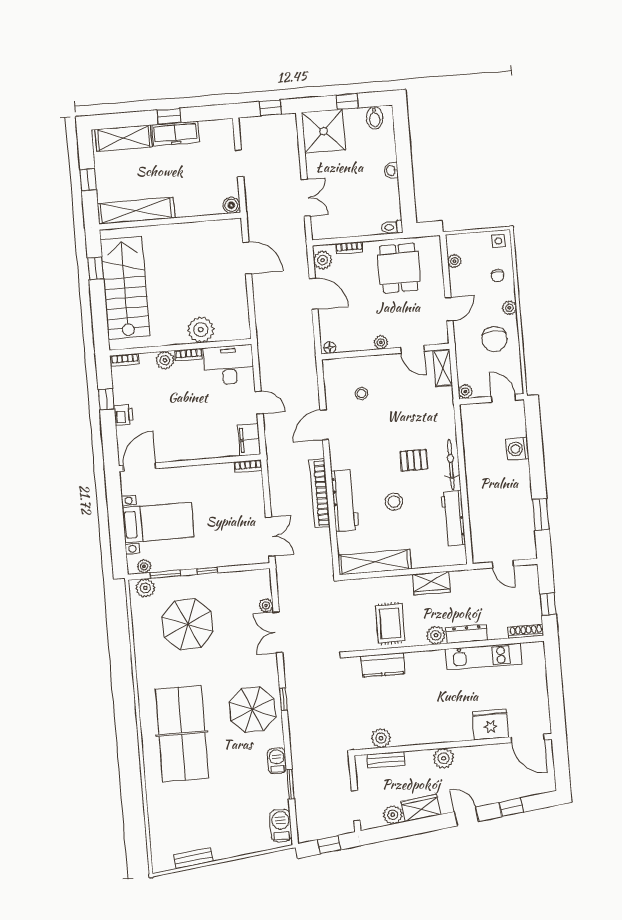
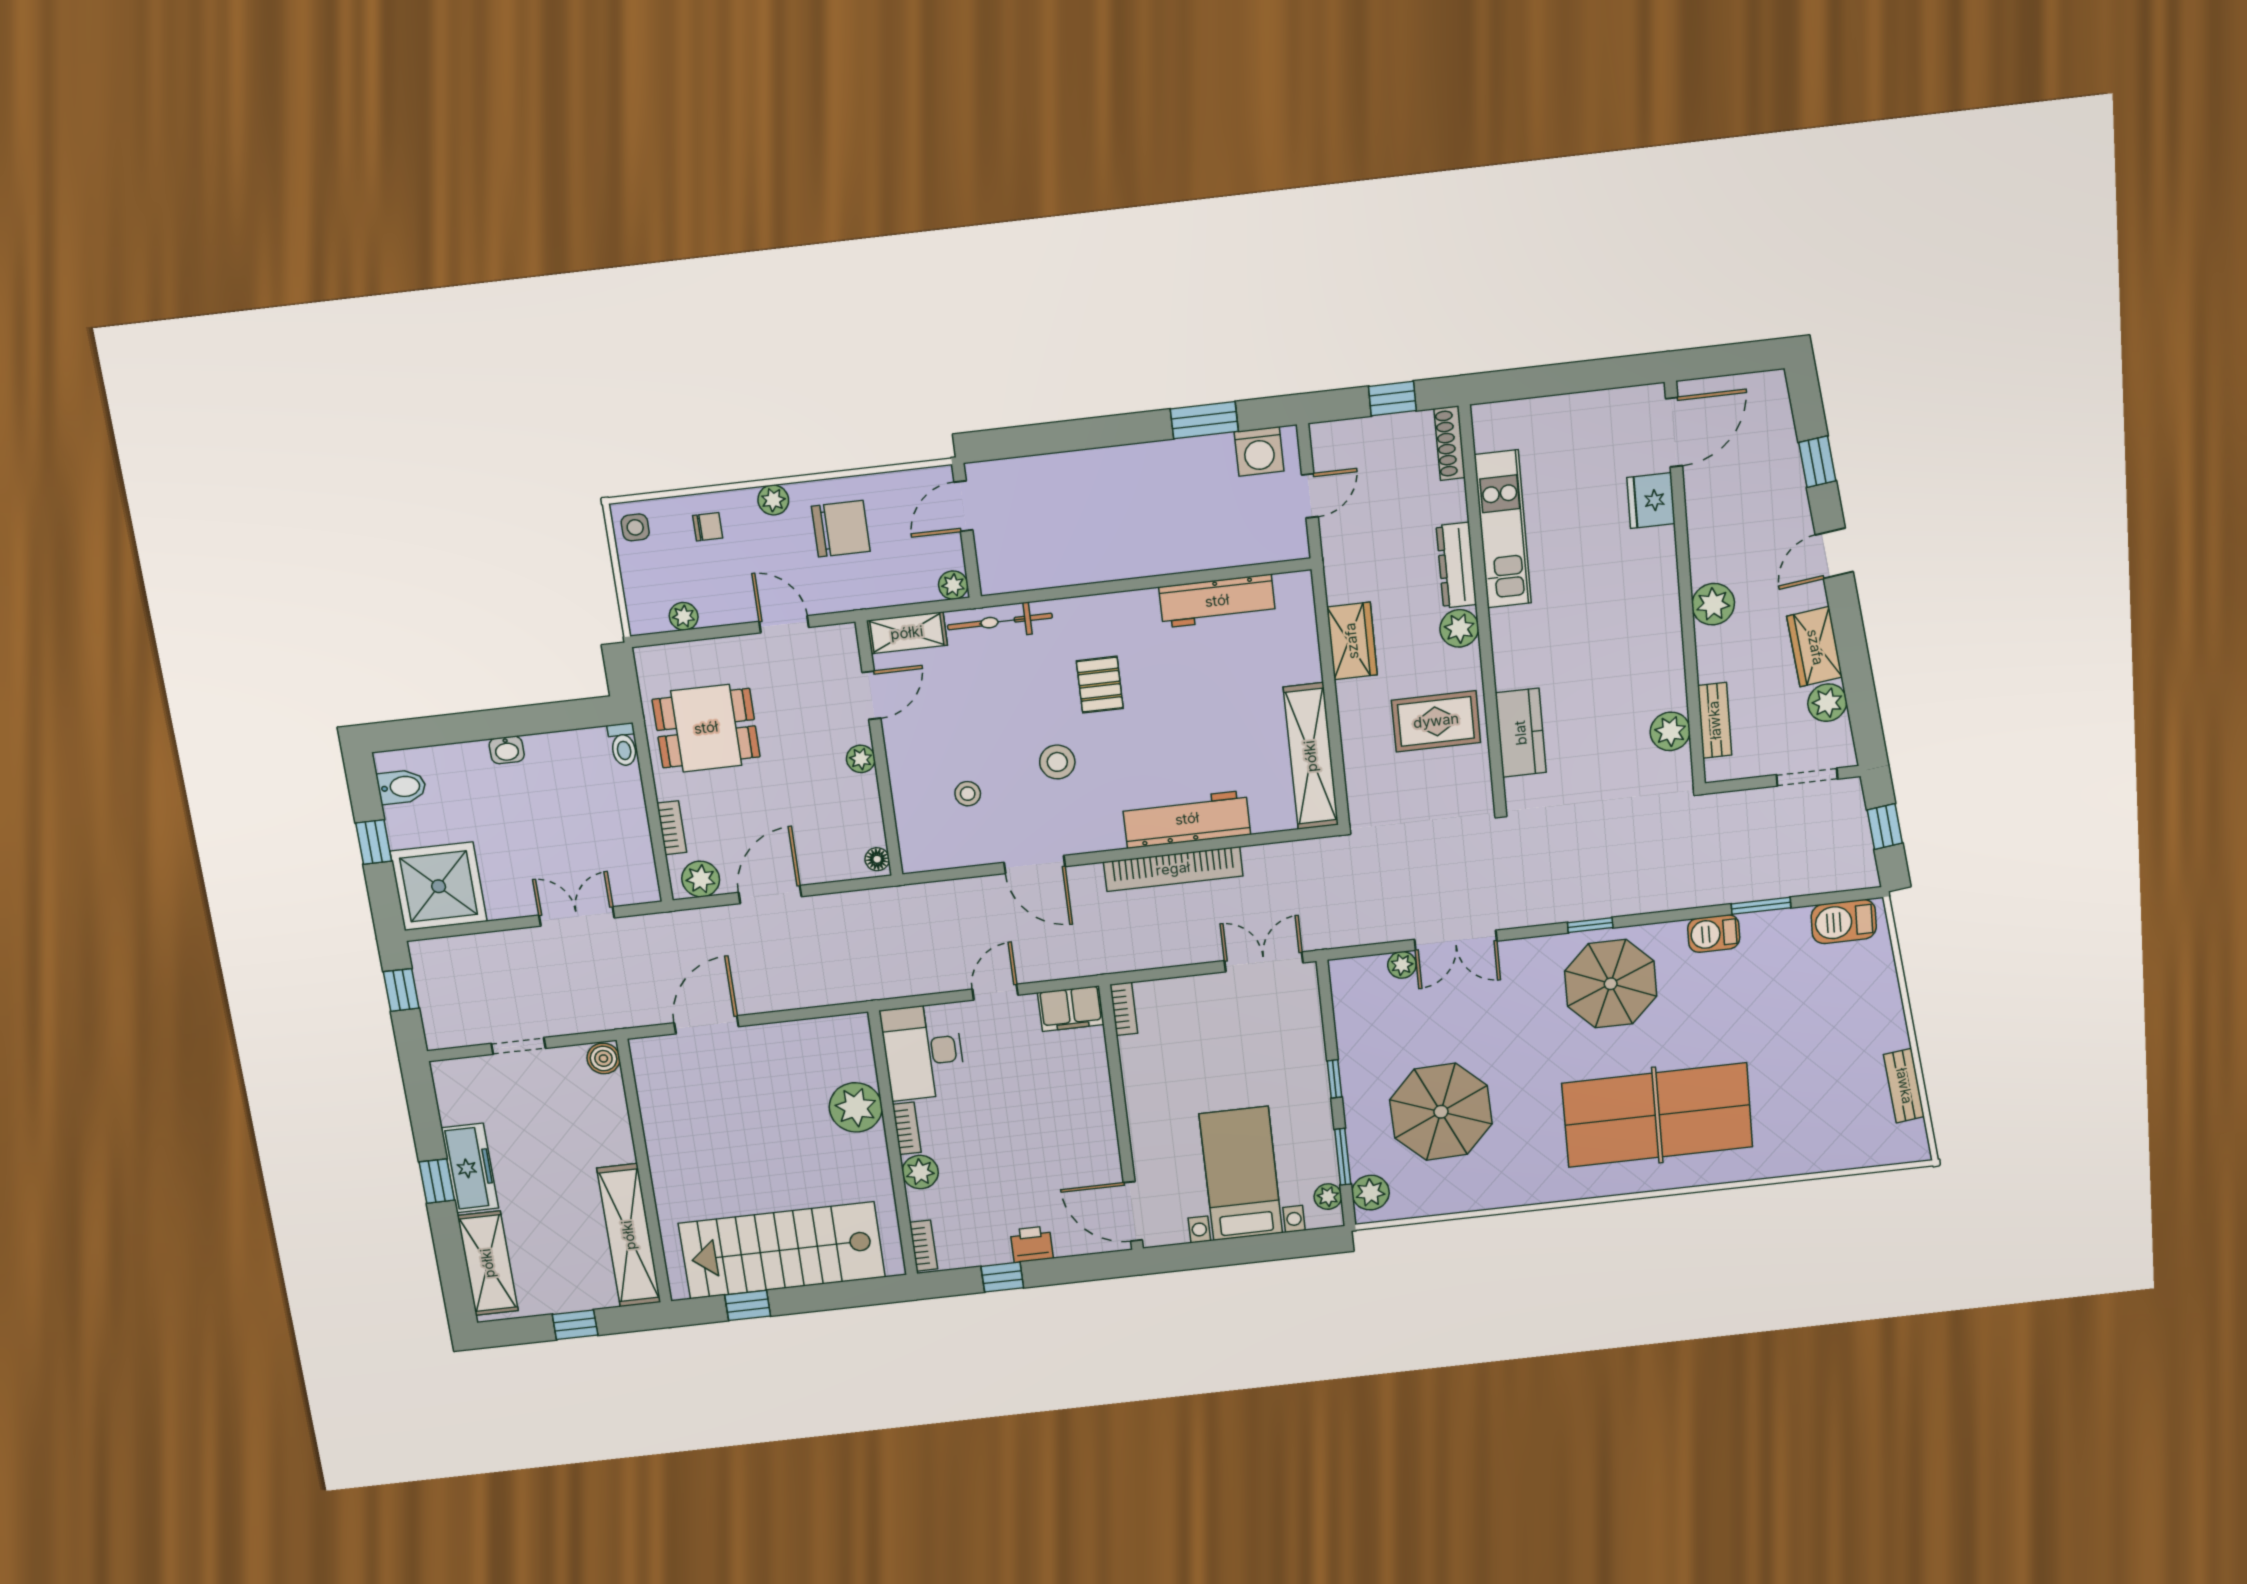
washing machine: (517, 449) -> (1259, 451), moved
bicycle: (451, 464) -> (1000, 621), moved
stool: (394, 502) -> (1057, 762), moved
fridge: (490, 724) -> (1651, 501), width x0.73, depth x0.75

